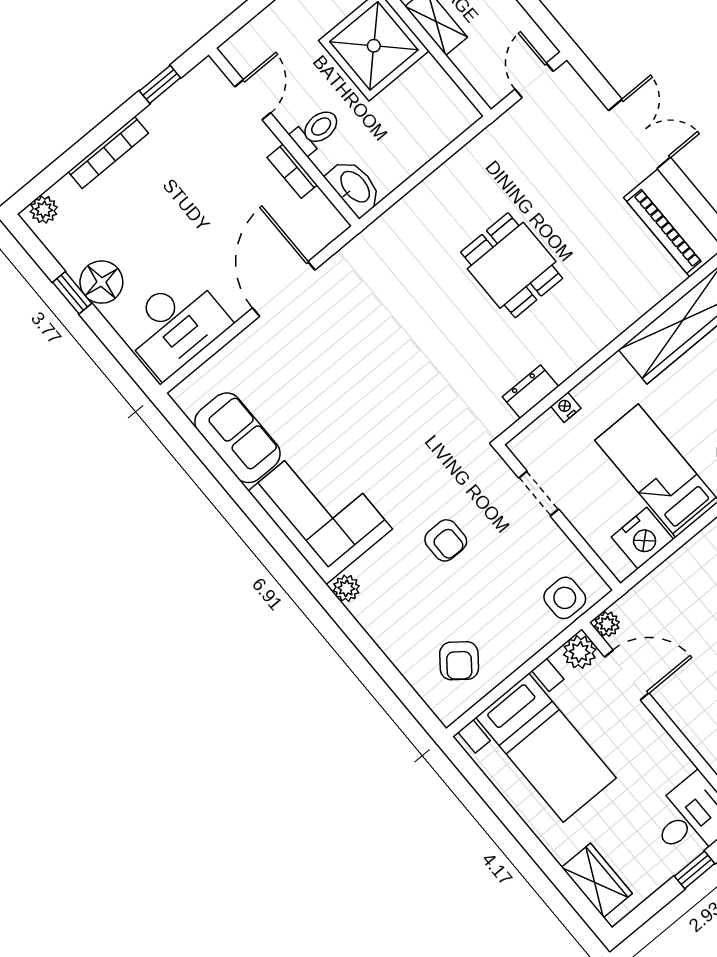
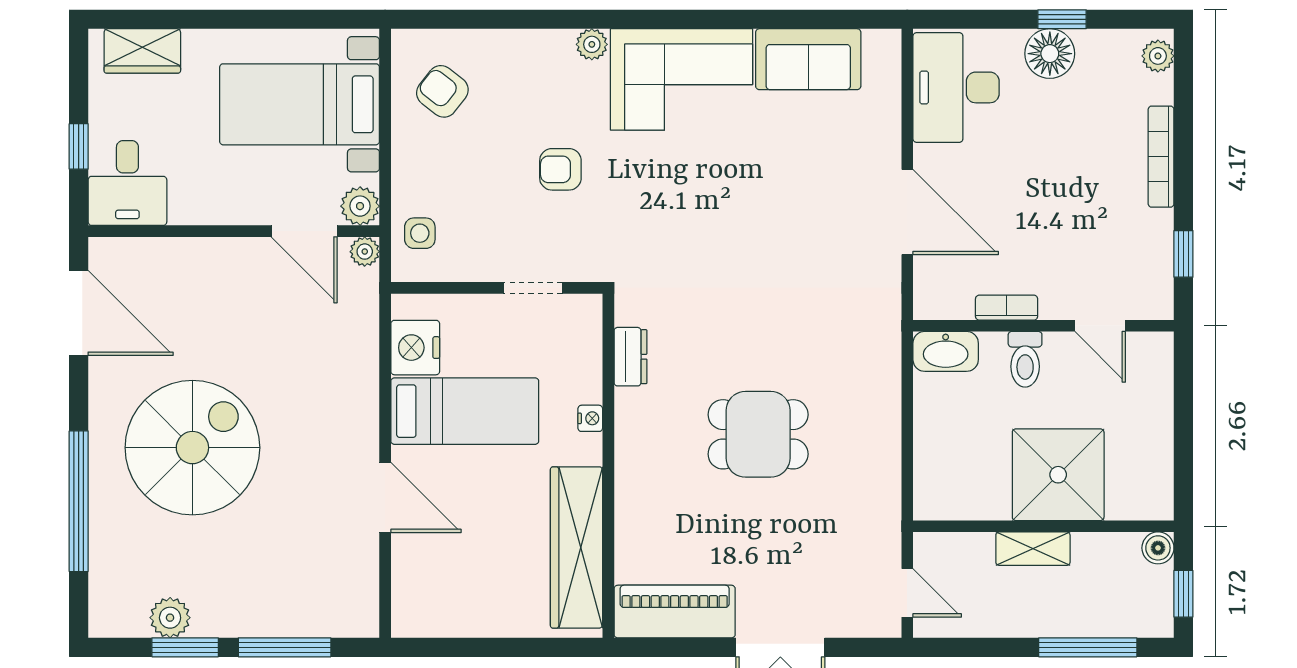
nightstand: (566, 407) -> (590, 418), moved
side table: (565, 598) -> (420, 233), width x0.73, depth x0.73
door: (627, 675) -> (304, 231), hinge flipped

